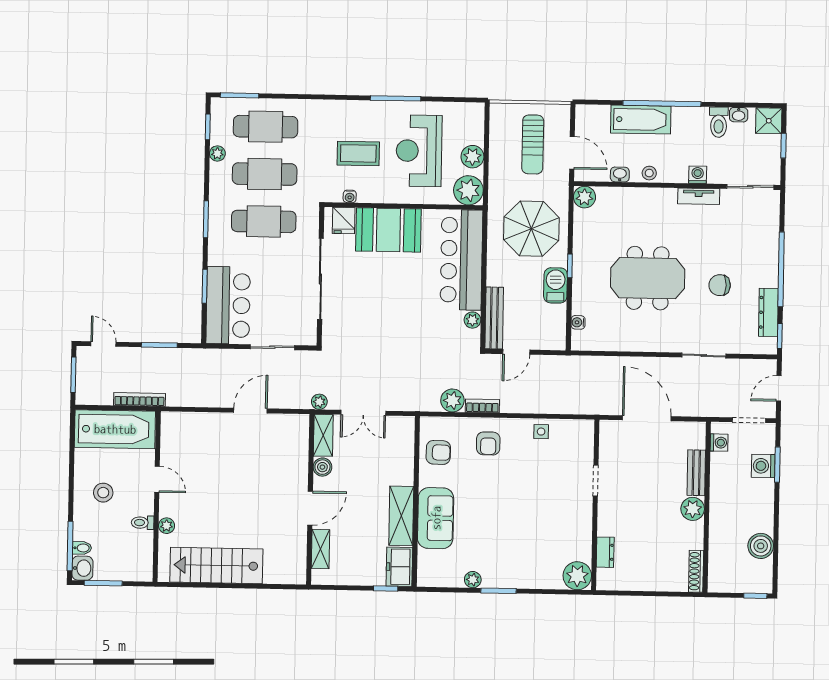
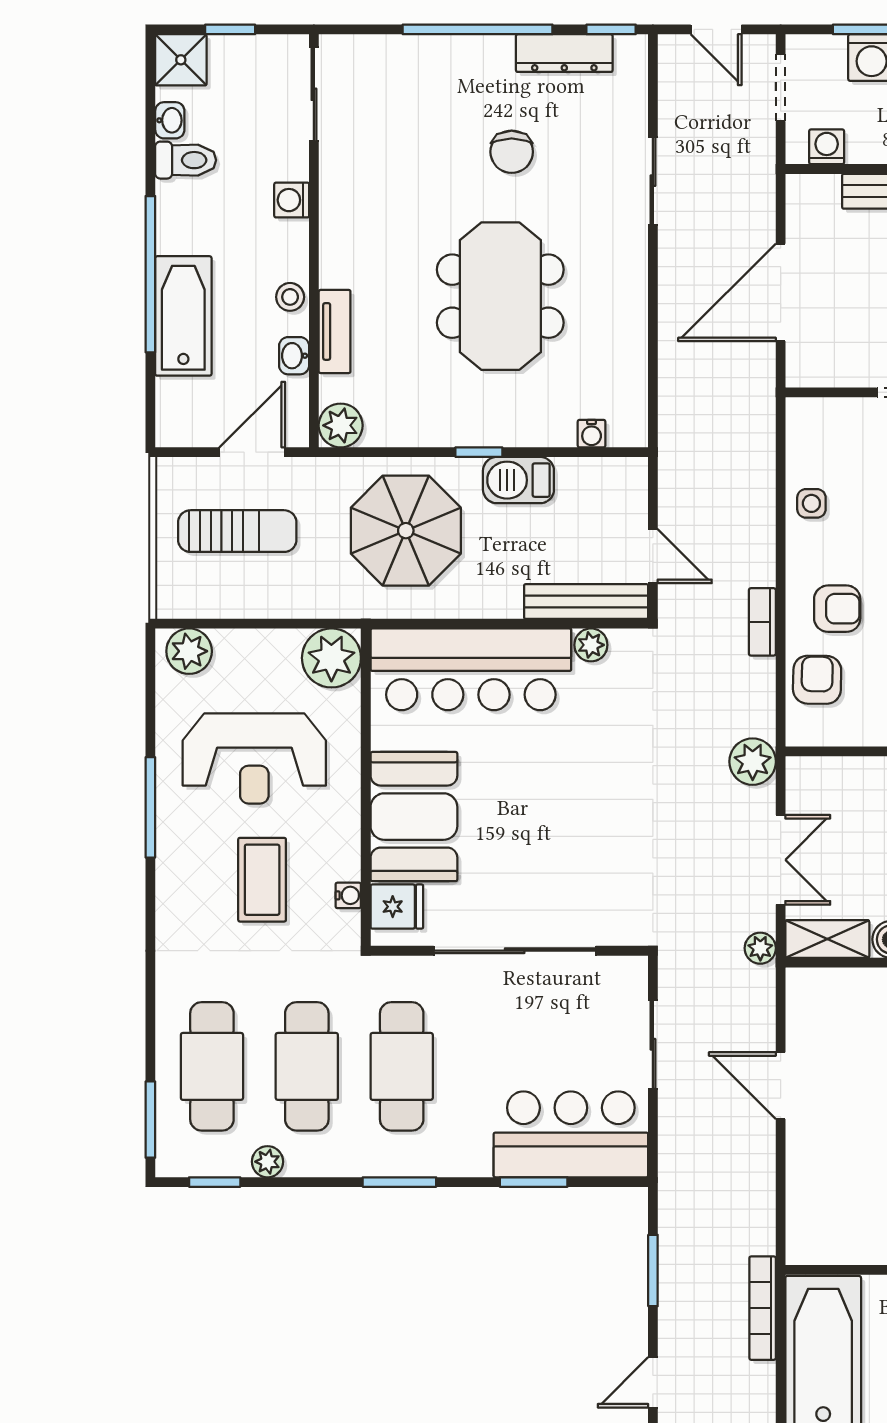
plant: (472, 157) -> (189, 651), moved
tv unit: (699, 196) -> (335, 331), moved
plant: (452, 400) -> (753, 762), moved
armchair: (438, 452) -> (817, 680), moved

